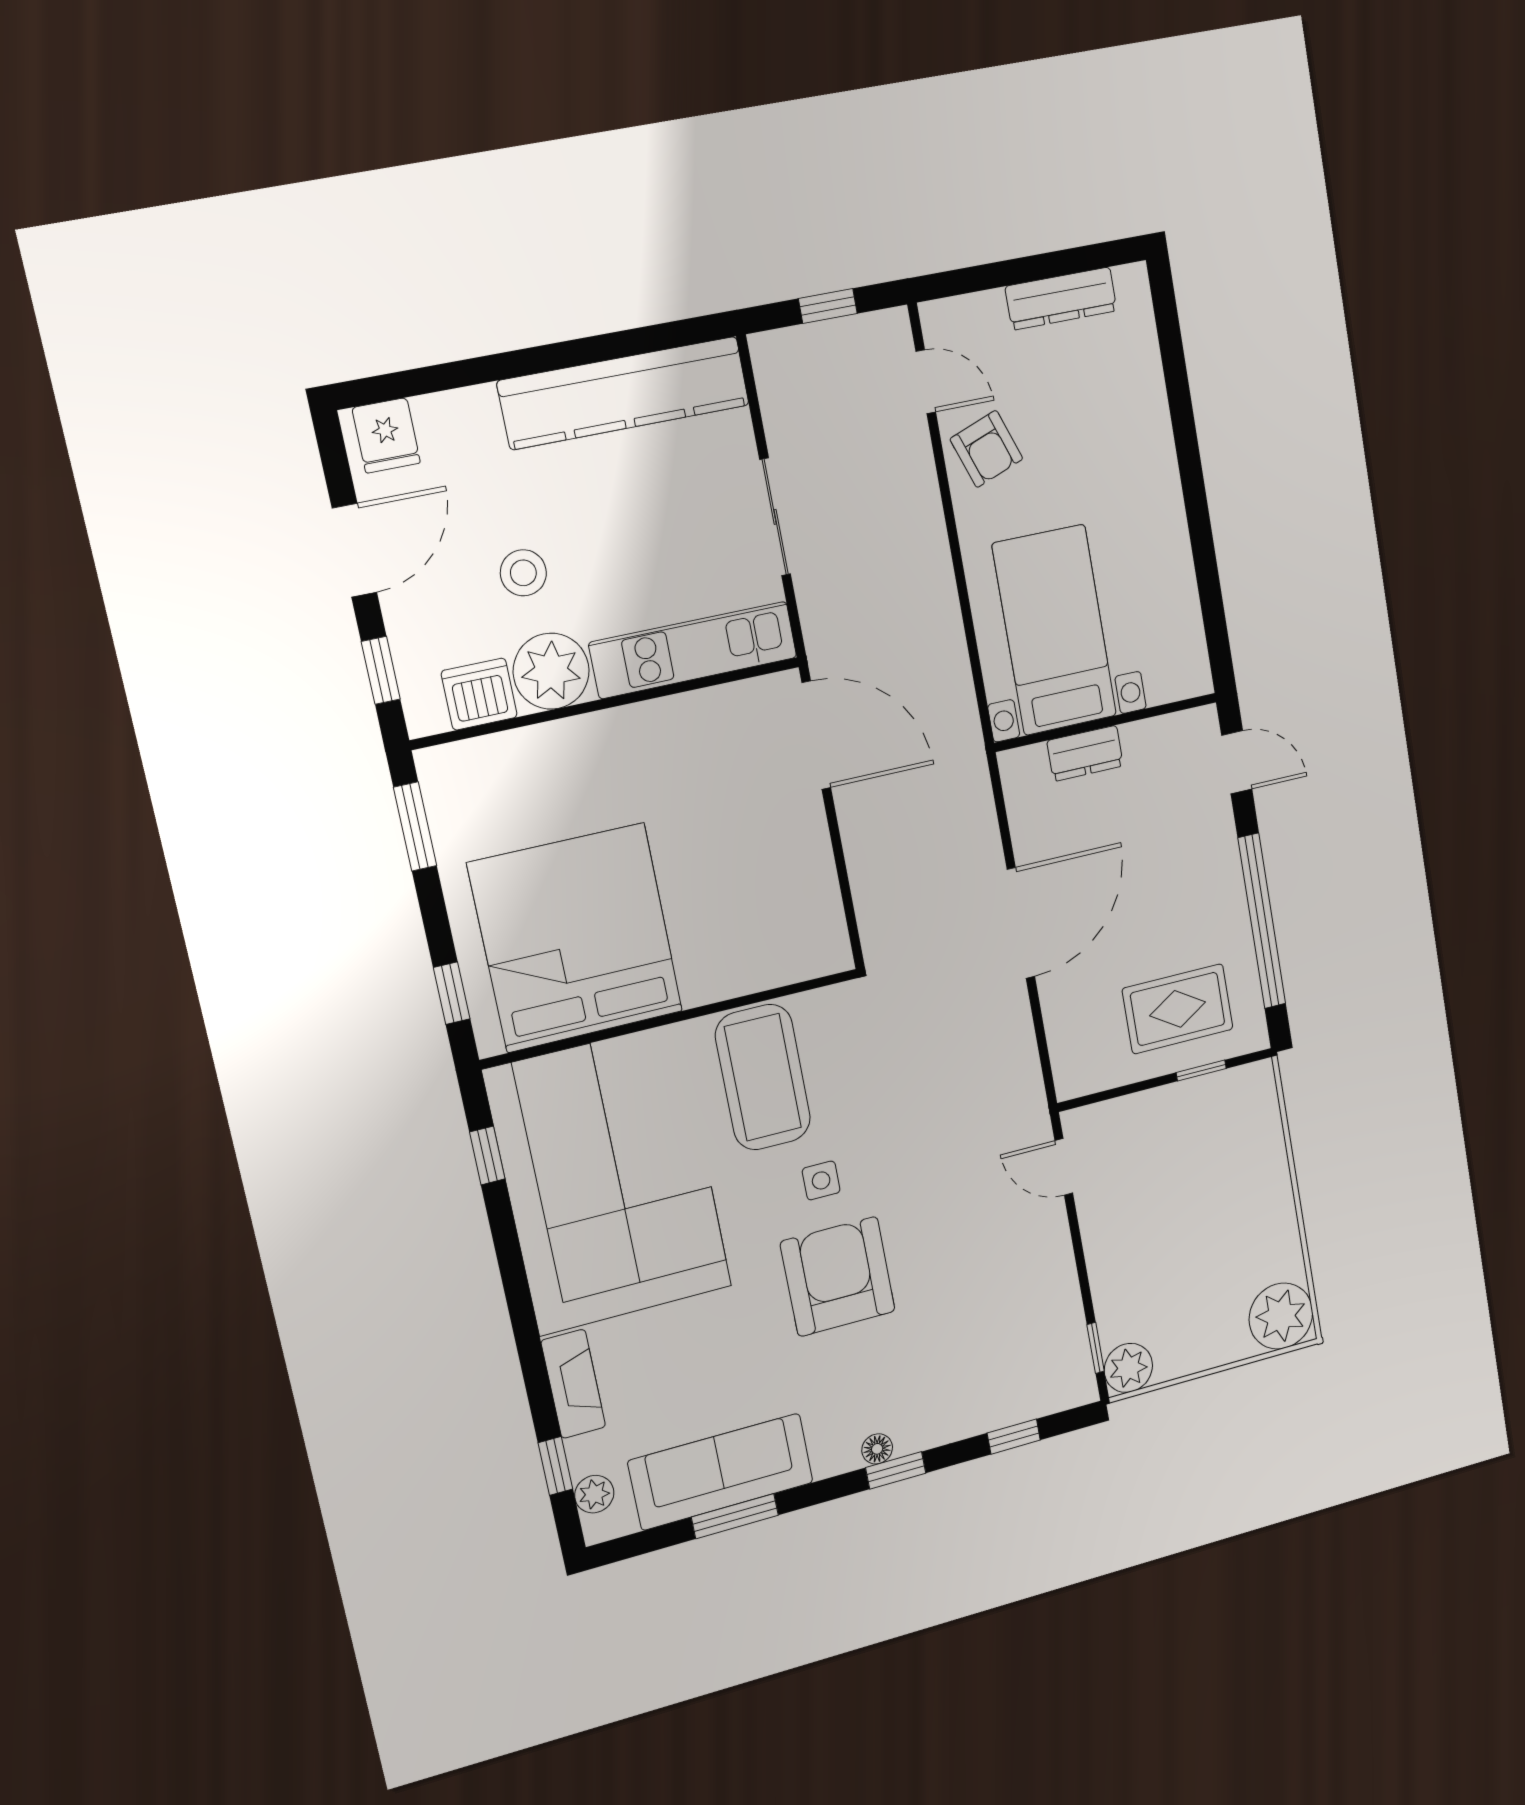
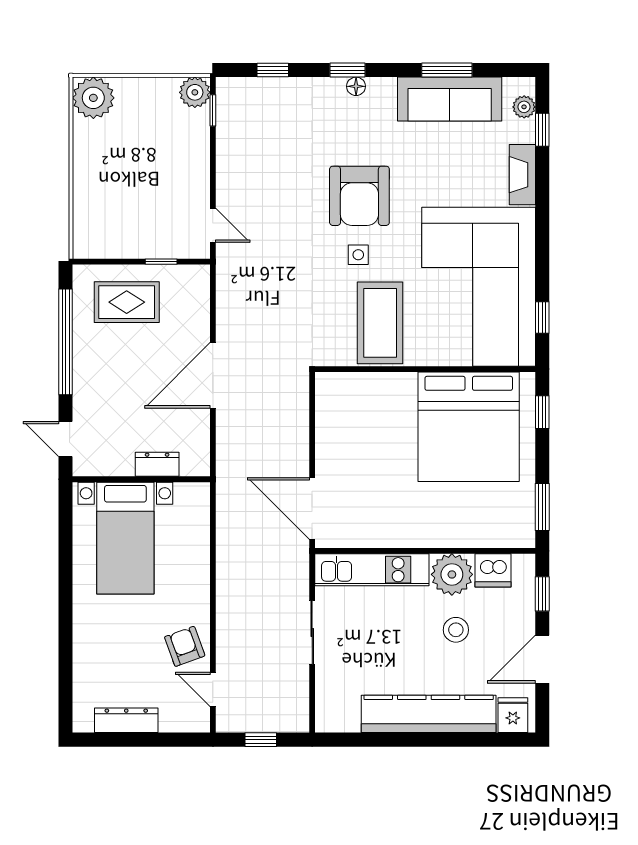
kitchen counter: (624, 393) -> (429, 714), moved
bed with nightstands: (1054, 630) -> (125, 538), moved
window: (1201, 1071) -> (161, 262), moved

